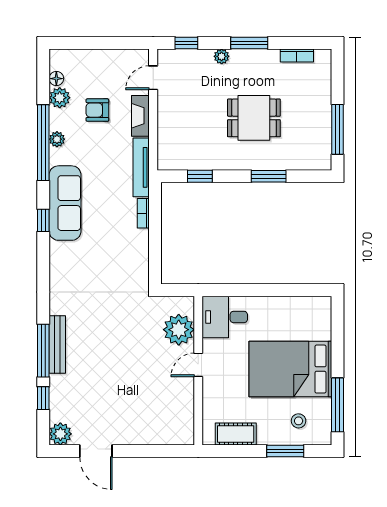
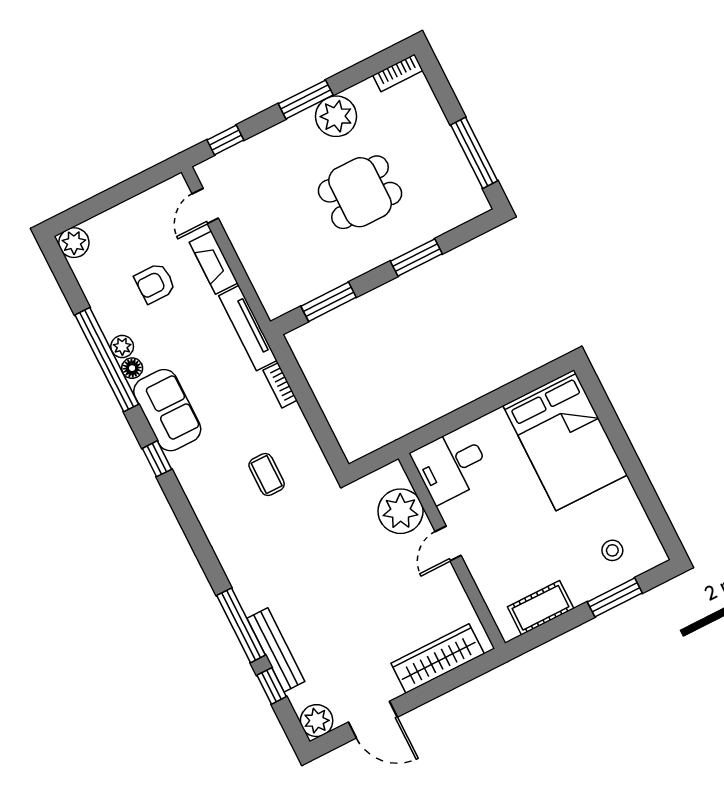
bookcase: (297, 55) -> (398, 73), moved
plant: (222, 56) -> (336, 116), moved, width x1.88, depth x1.88
floor lamp: (56, 79) -> (132, 368), moved
plant: (60, 98) -> (74, 243), moved
window: (200, 176) -> (329, 302), width x1.50
sofa: (65, 203) -> (167, 410), width x0.73
coffee table: (107, 265) -> (267, 475), added
bench: (57, 344) -> (276, 650), moved
bed: (290, 369) -> (565, 440), moved, turned -90
window: (338, 405) -> (652, 505), removed
wardrobe: (155, 433) -> (438, 659), added

